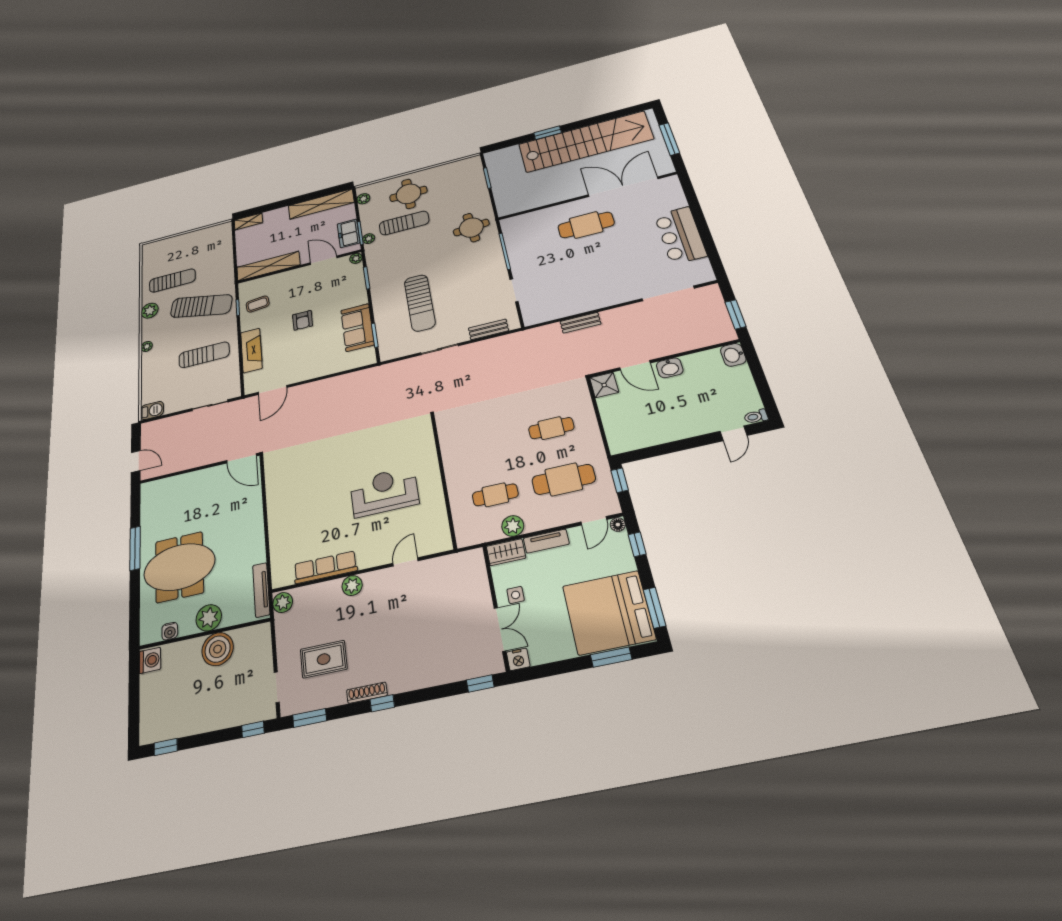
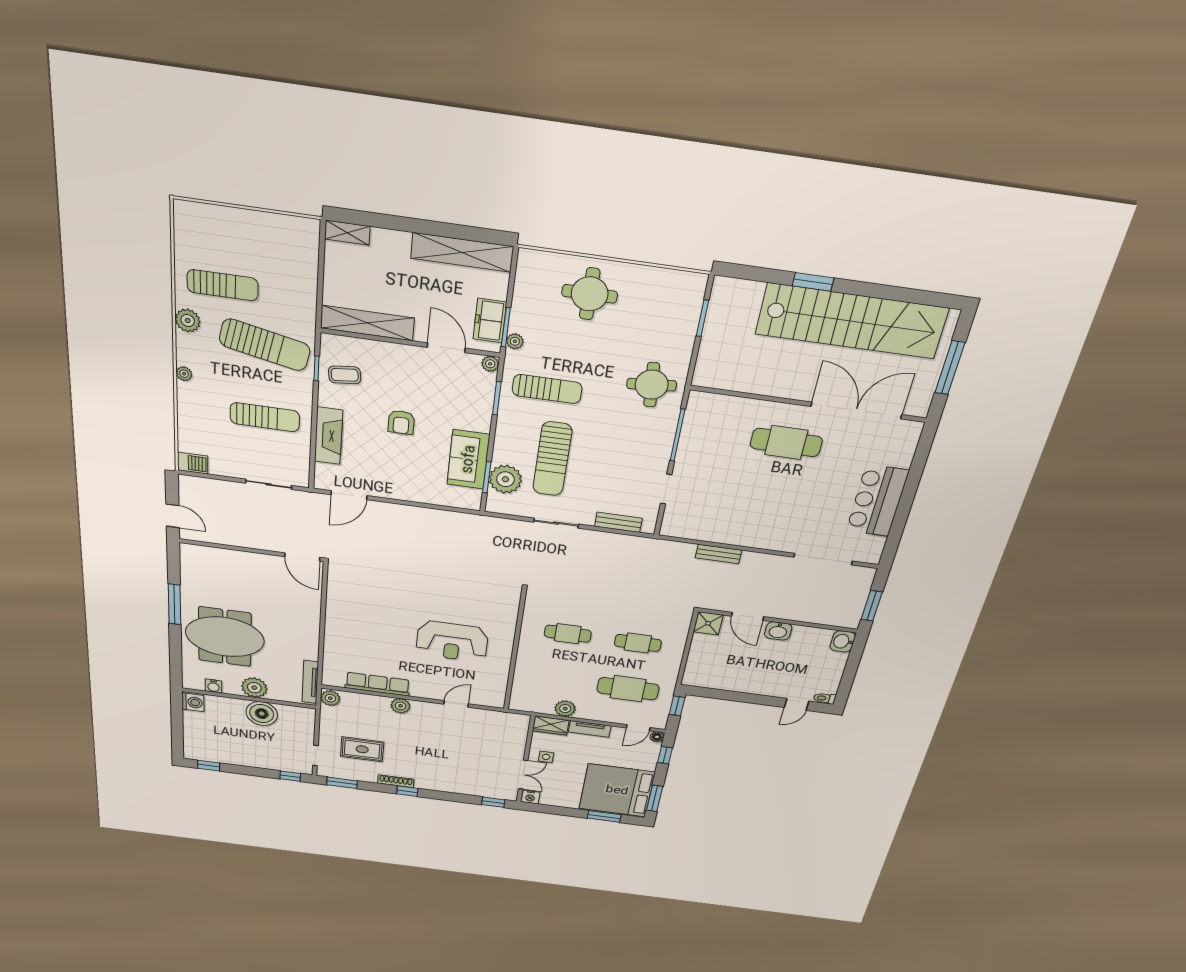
plant: (363, 199) -> (505, 479), moved, width x1.87, depth x1.87
sun lounger: (404, 223) -> (547, 389), moved
reception desk: (384, 492) -> (452, 641), turned 180
cafe table: (495, 495) -> (568, 634), moved

